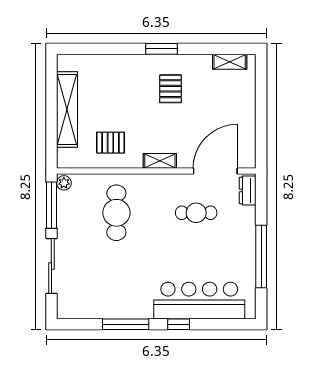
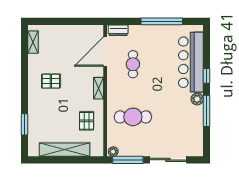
window: (162, 49) -> (24, 124), moved
door: (215, 171) -> (105, 52), hinge flipped
plant: (143, 310) -> (197, 99), added

